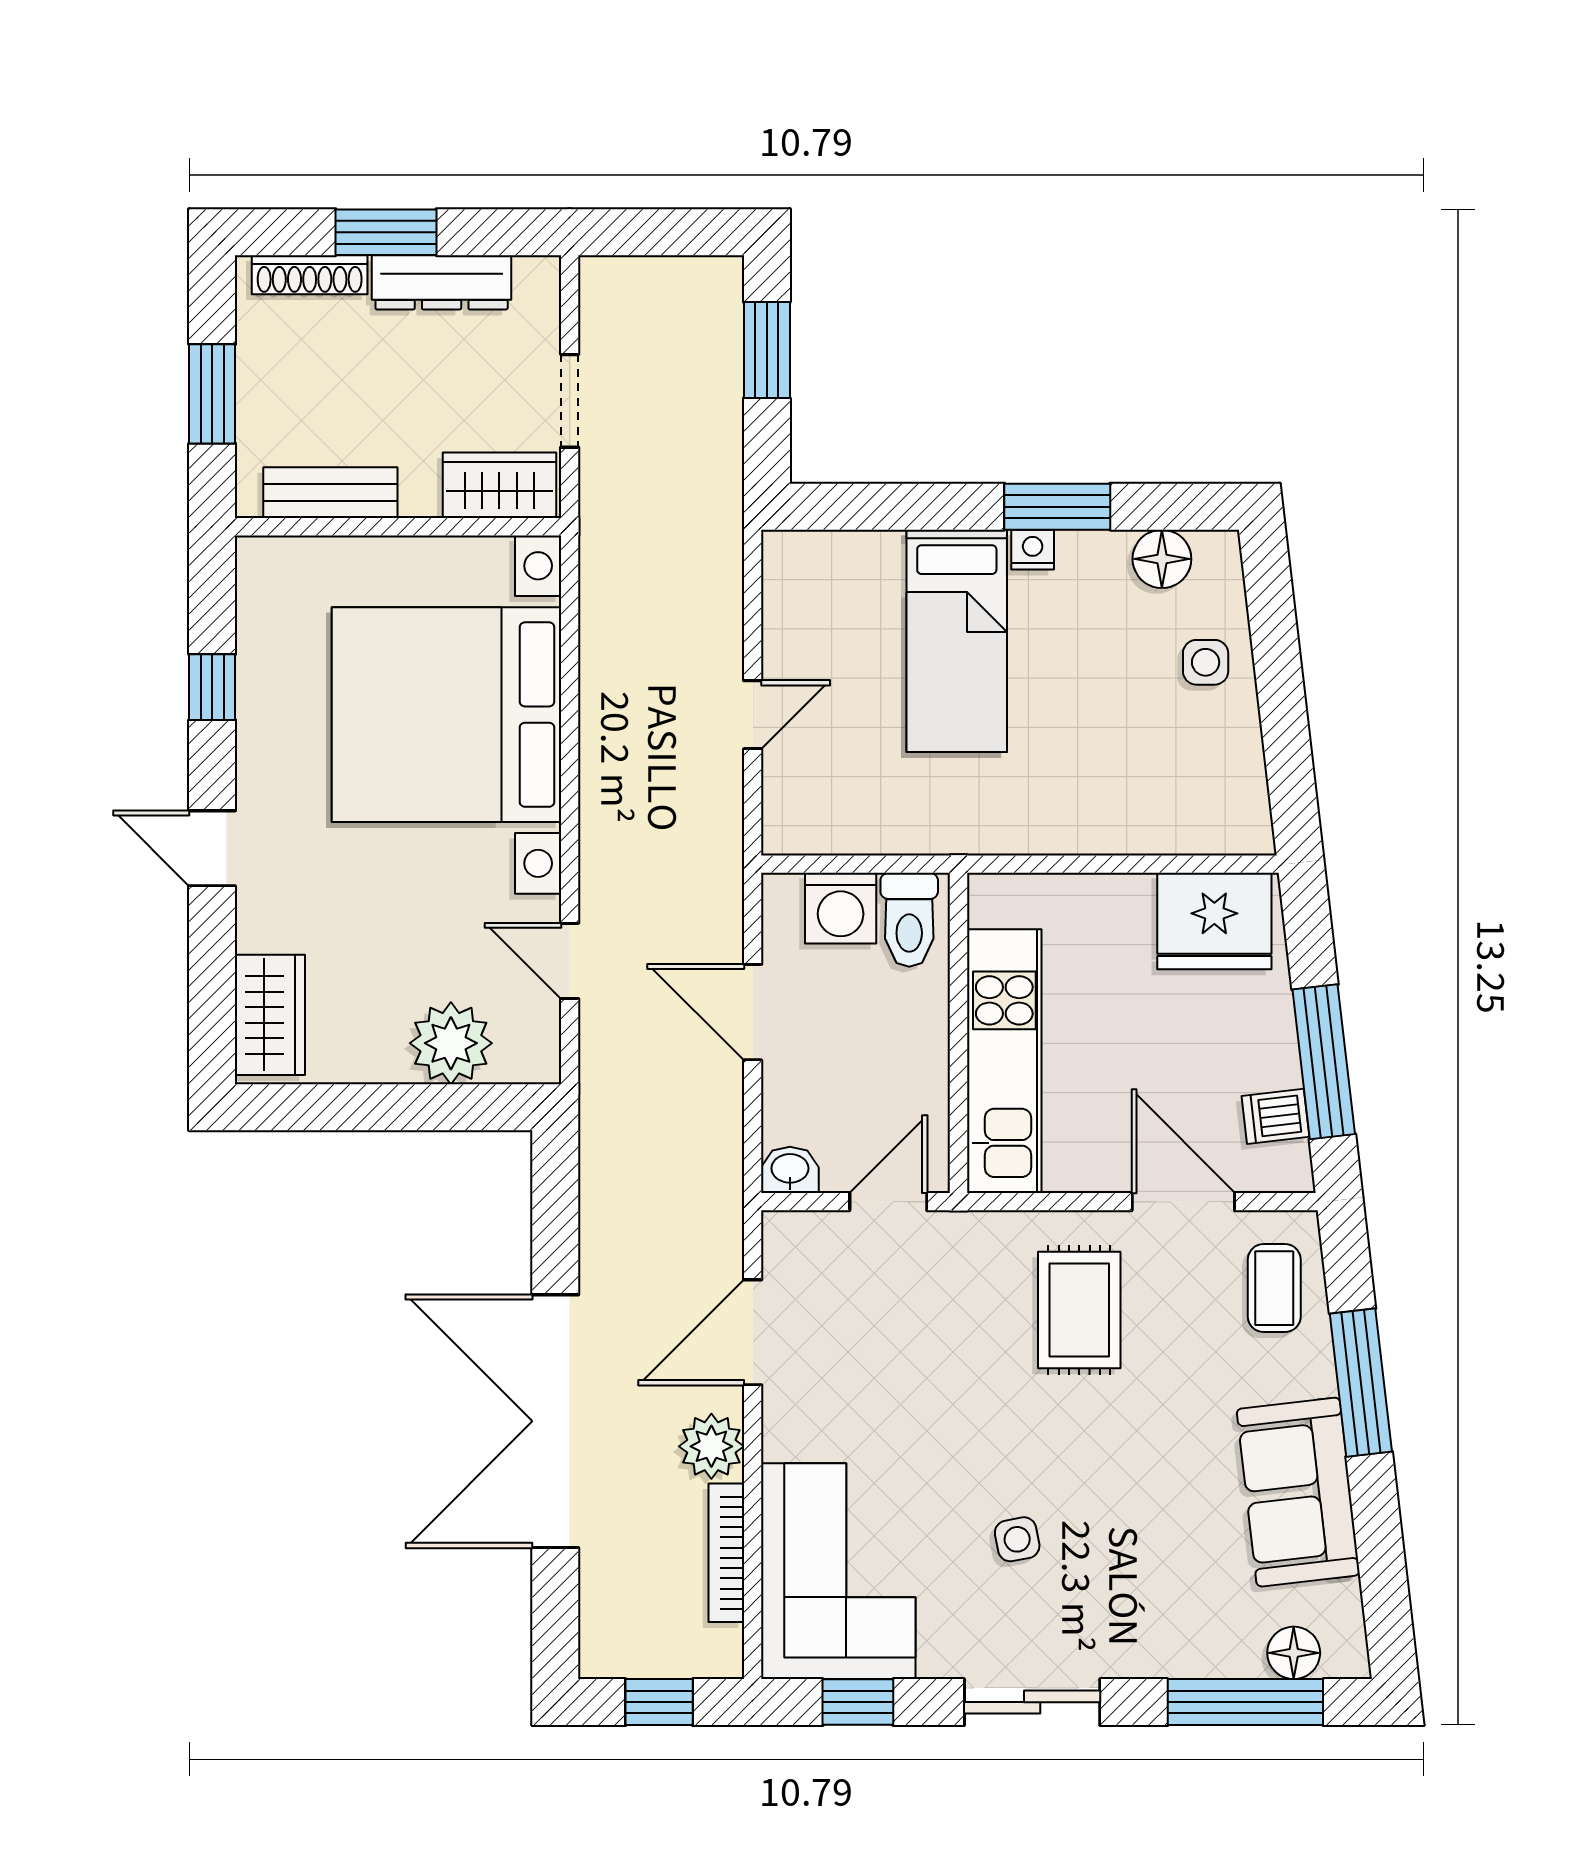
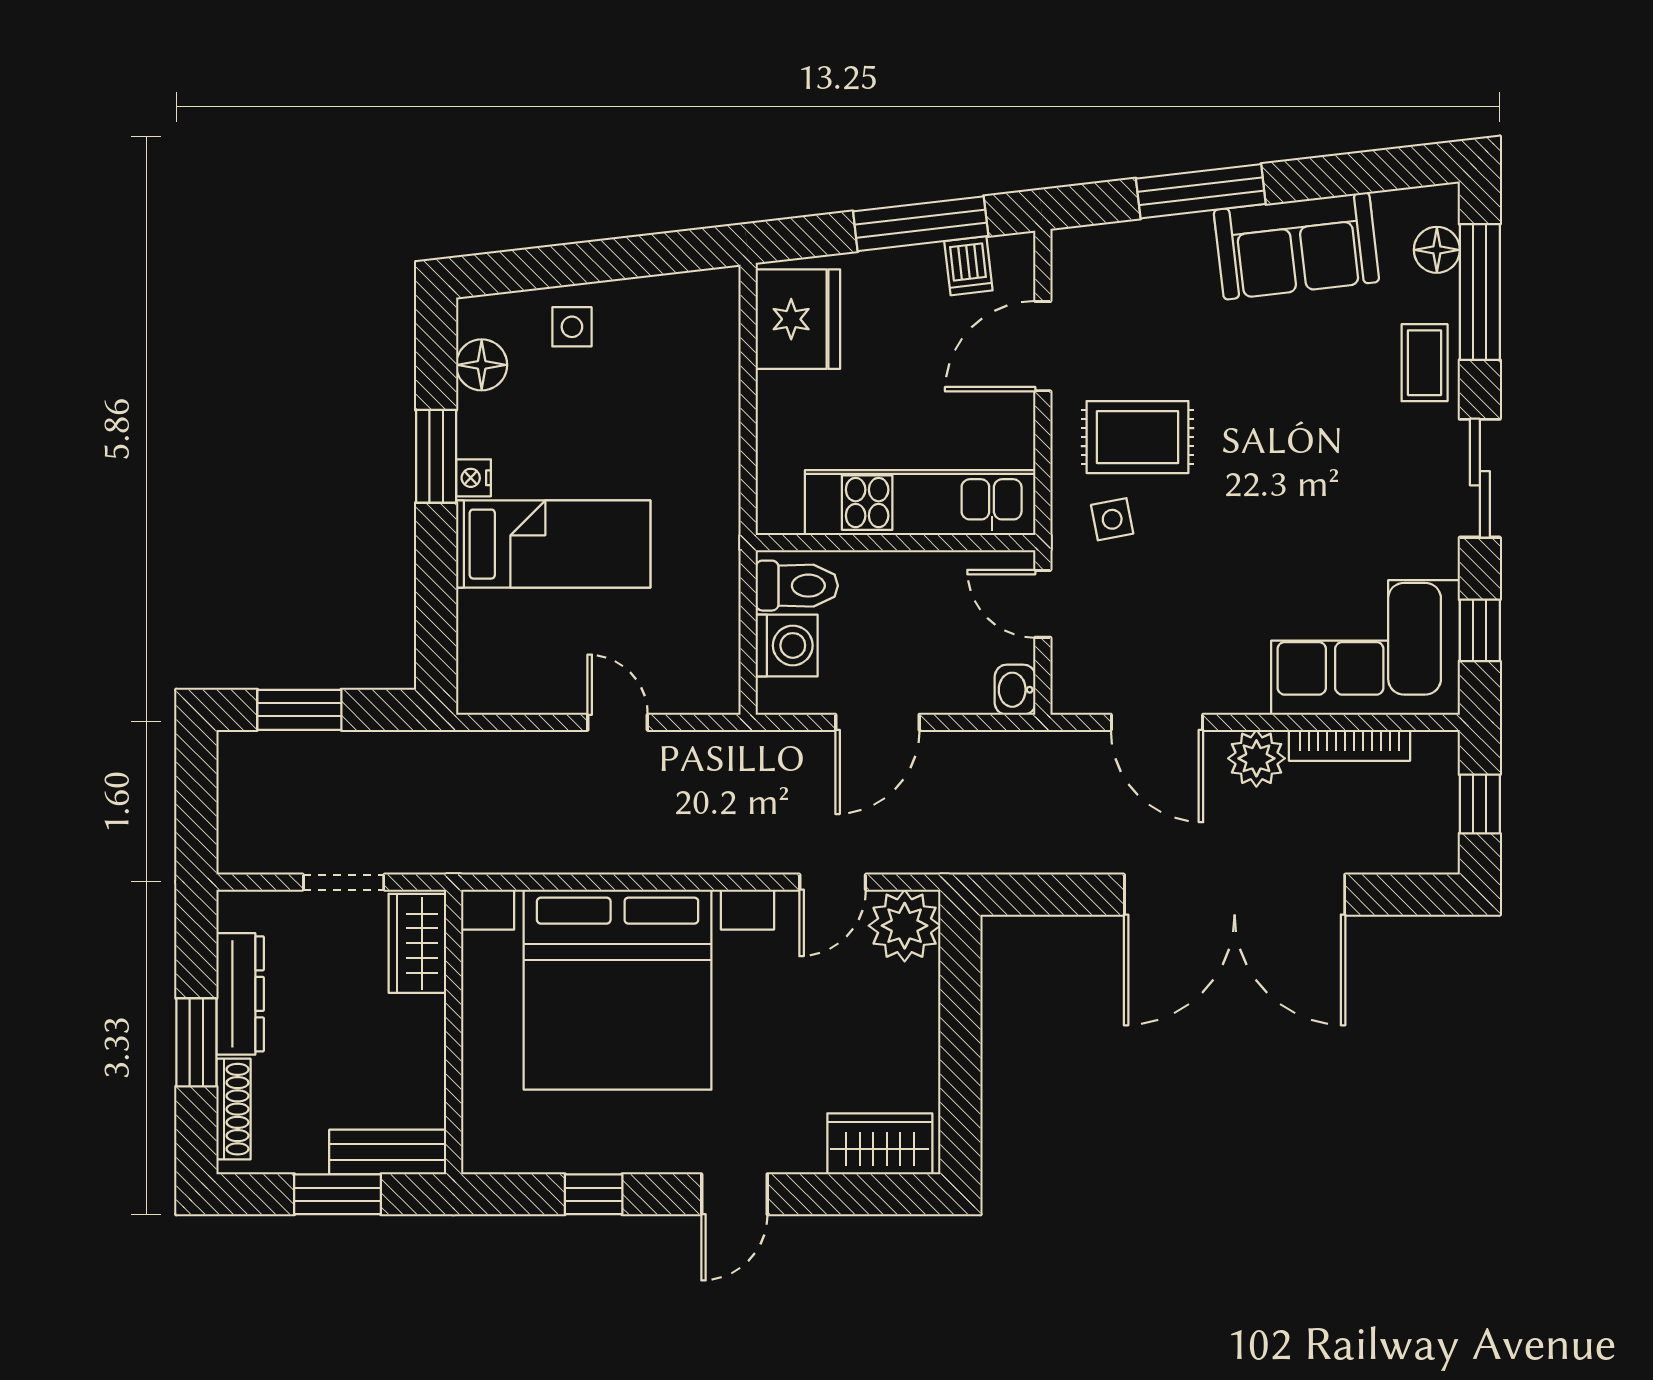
bench: (330, 493) -> (388, 1152), moved, turned 90
plant: (451, 1043) -> (905, 926), moved
coffee table: (1274, 1288) -> (1425, 363), moved, turned 90
side table: (1017, 1539) -> (1112, 519), moved

